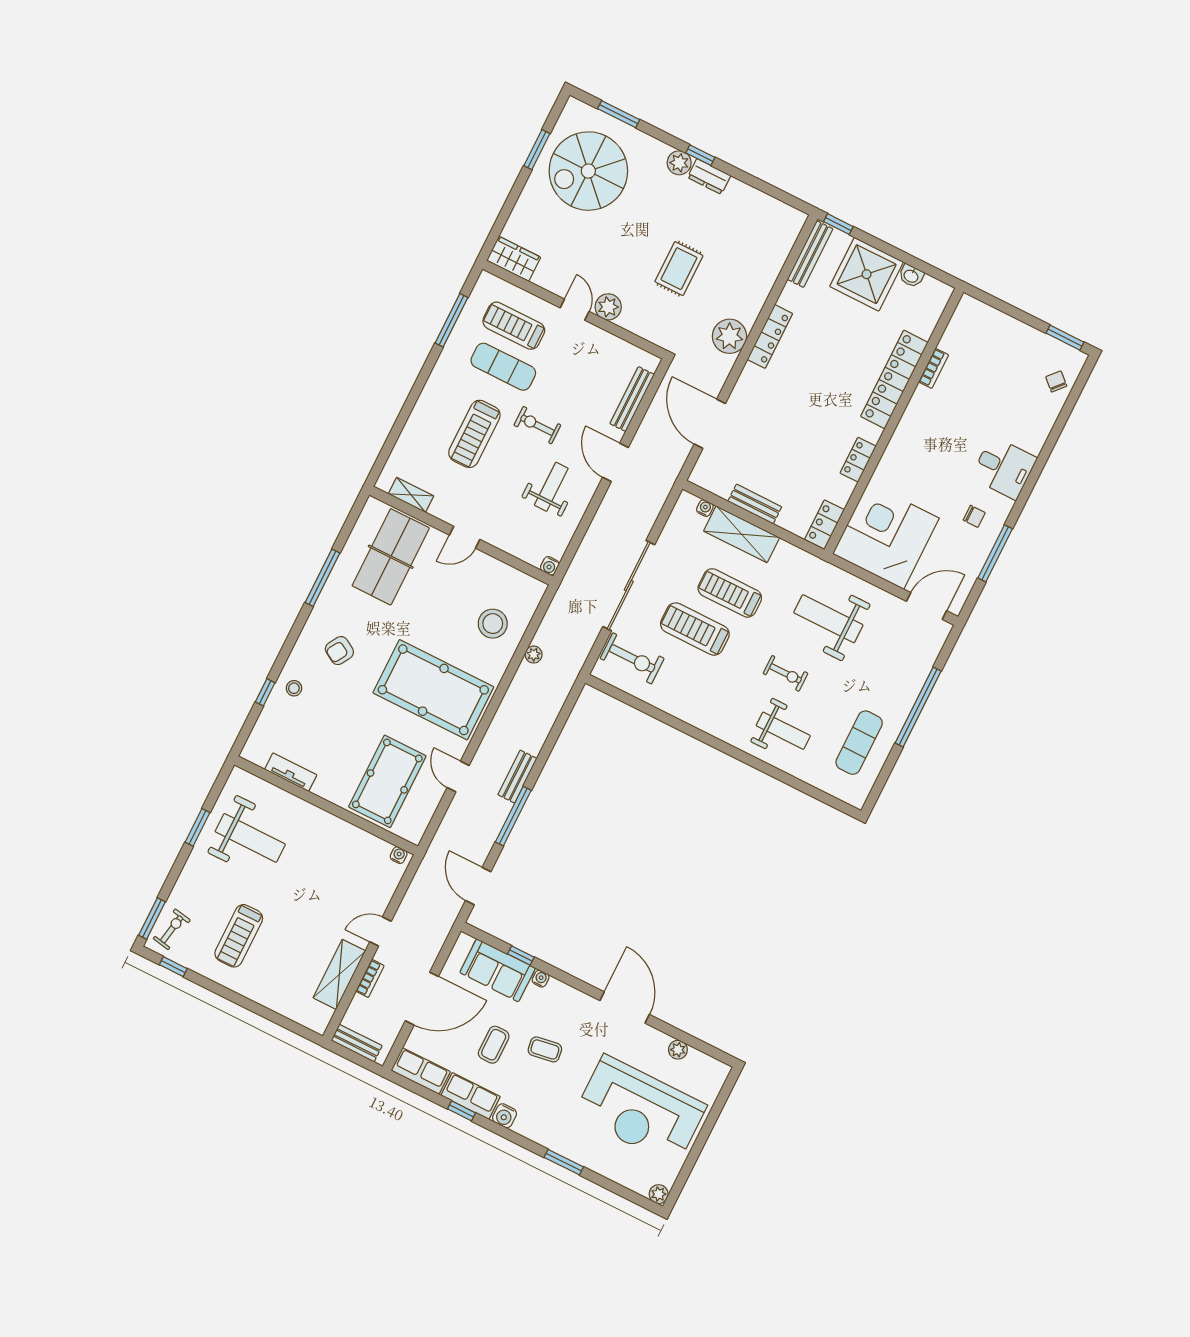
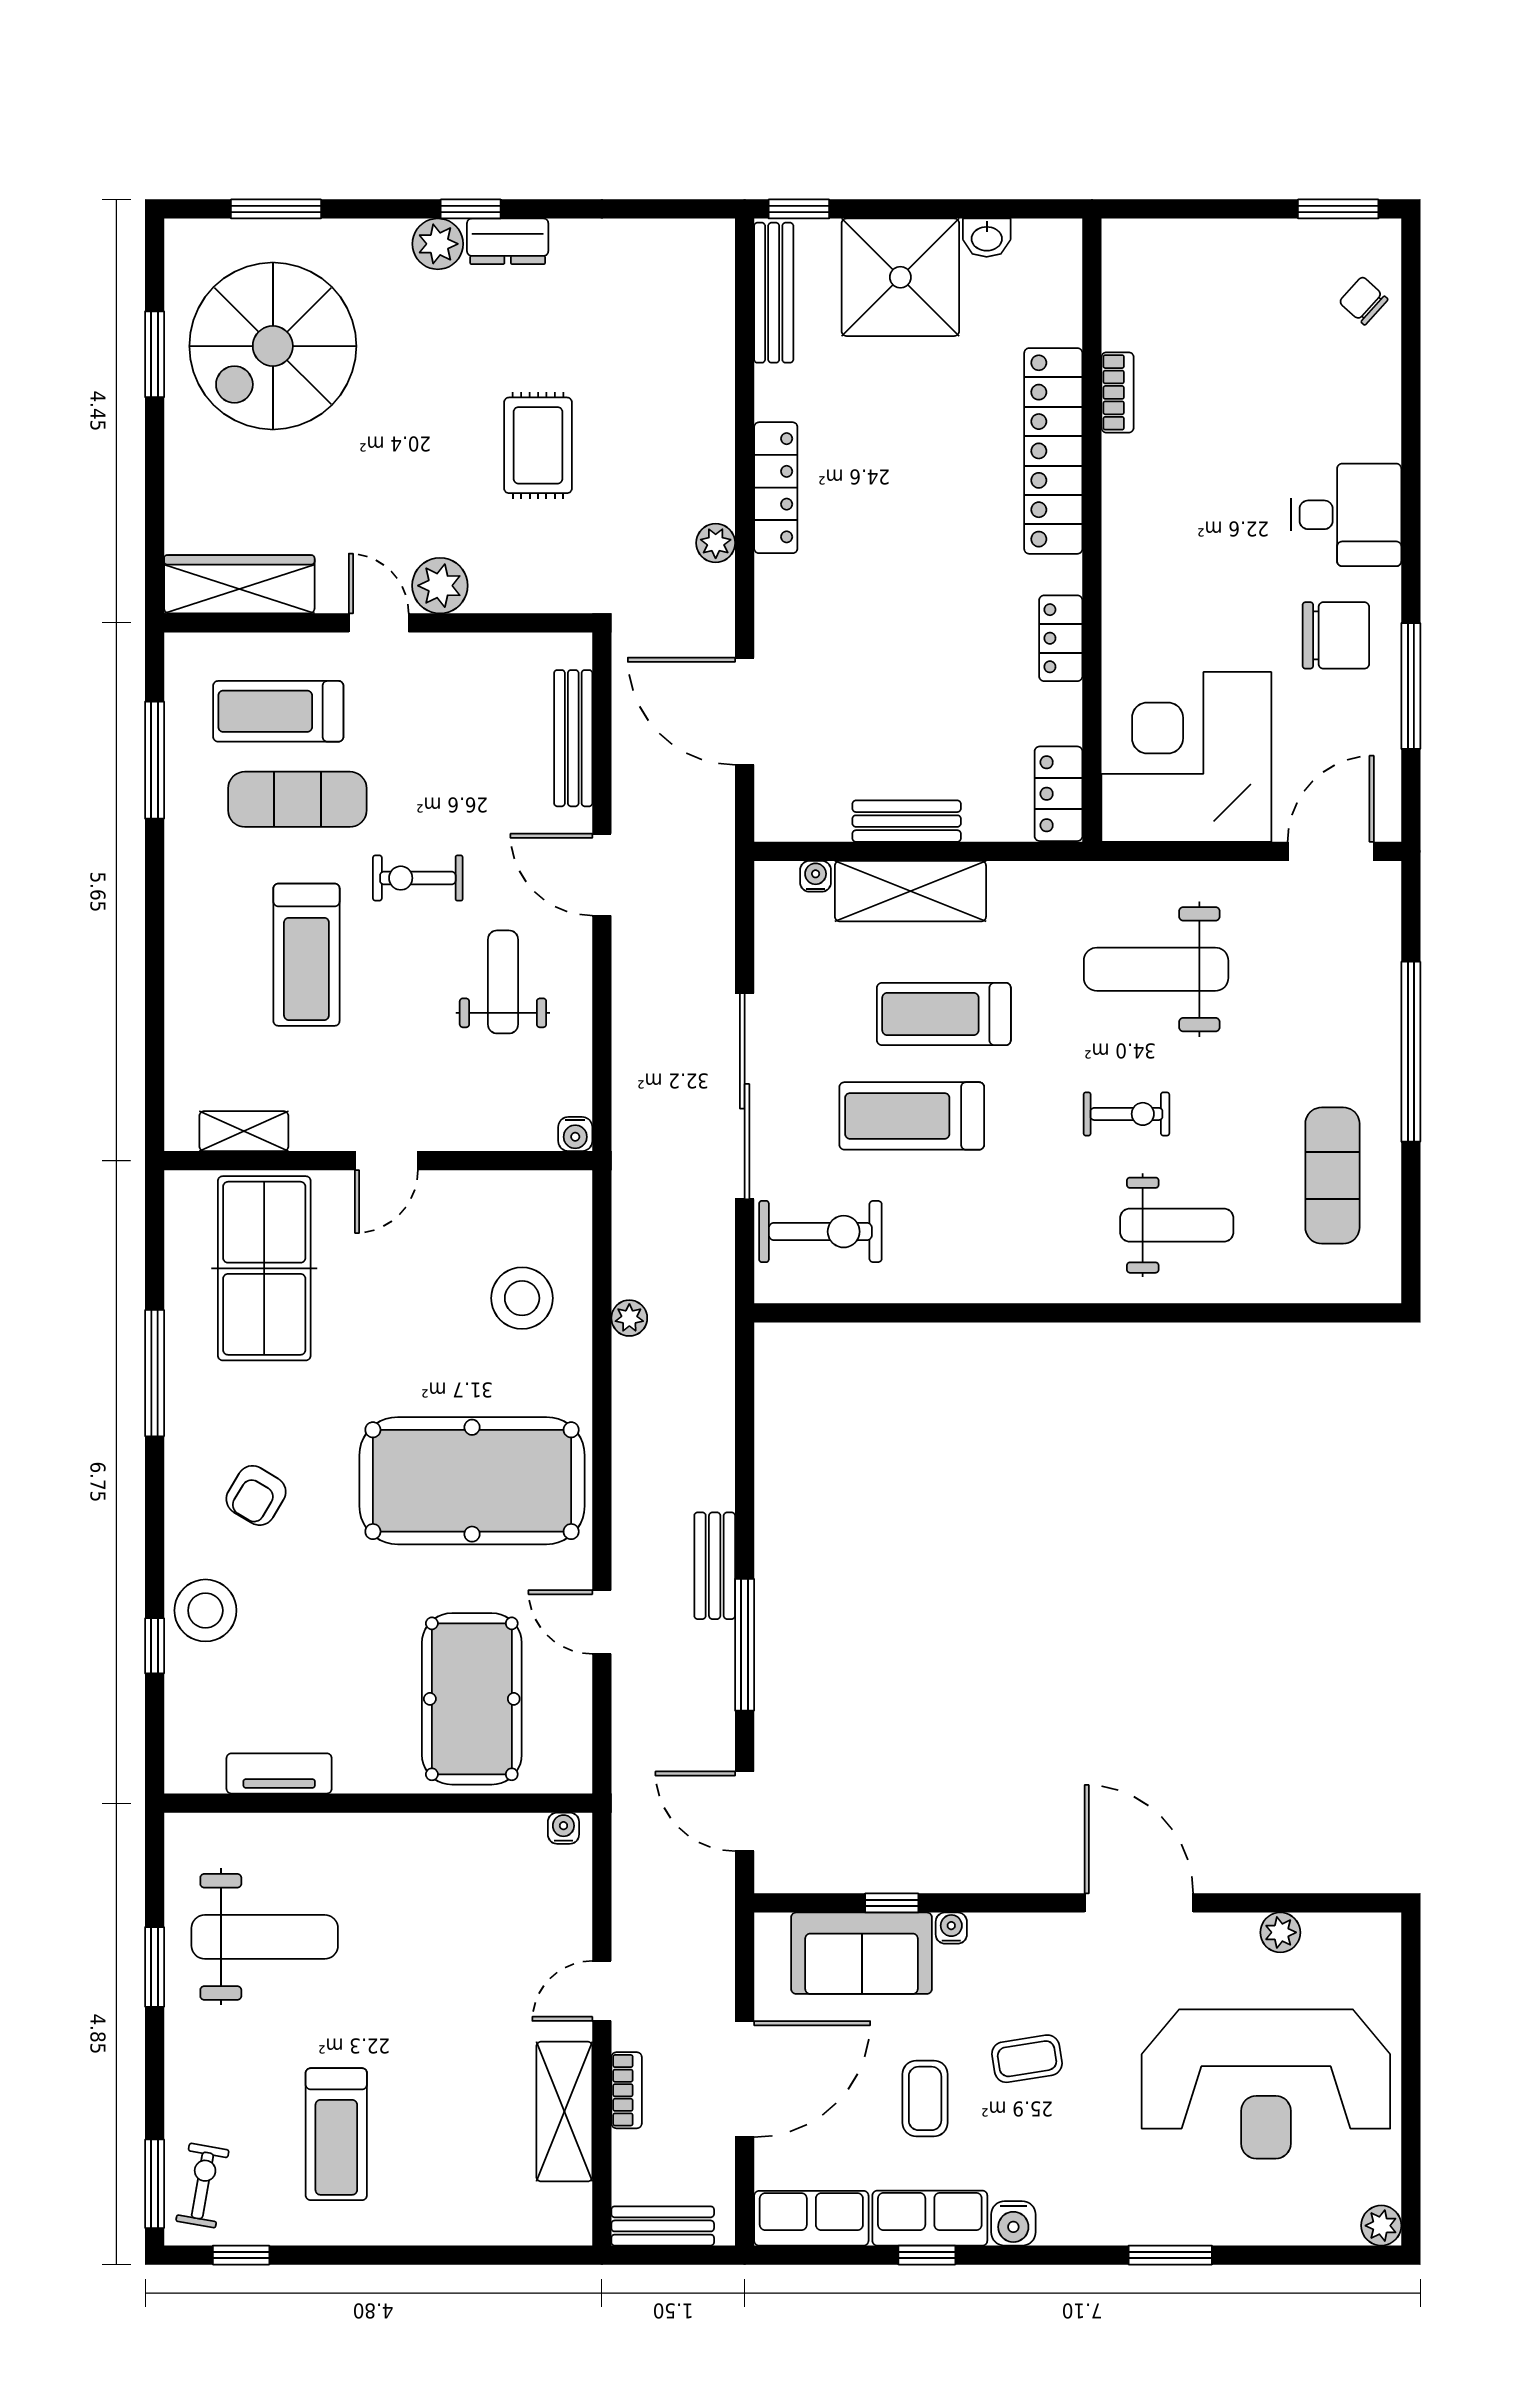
wardrobe: (514, 259) -> (239, 584), width x1.50
plant: (729, 336) -> (716, 543), width x0.53, depth x0.53
chair: (974, 516) -> (1336, 635), width x1.87, depth x1.87
stool: (294, 688) -> (205, 1610), width x1.89, depth x1.89

